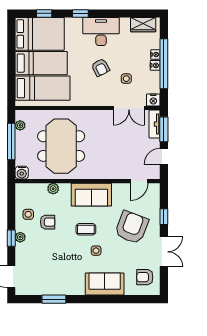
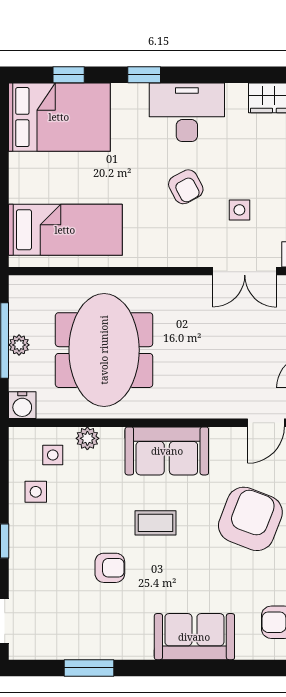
bed: (41, 63) -> (63, 178), removed
plant: (20, 125) -> (19, 345), moved
armchair: (48, 222) -> (110, 568), moved
plant: (20, 237) -> (19, 539), removed
side table: (96, 251) -> (53, 455), moved

